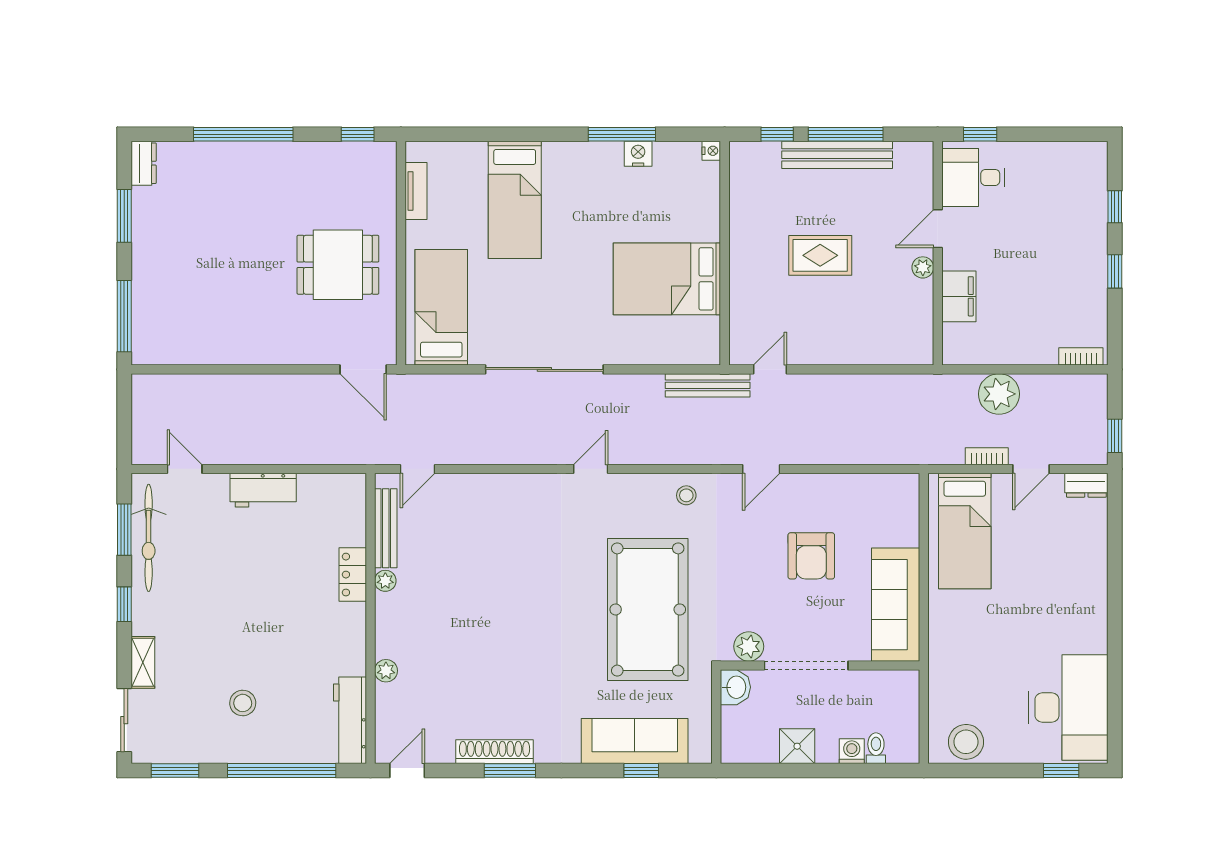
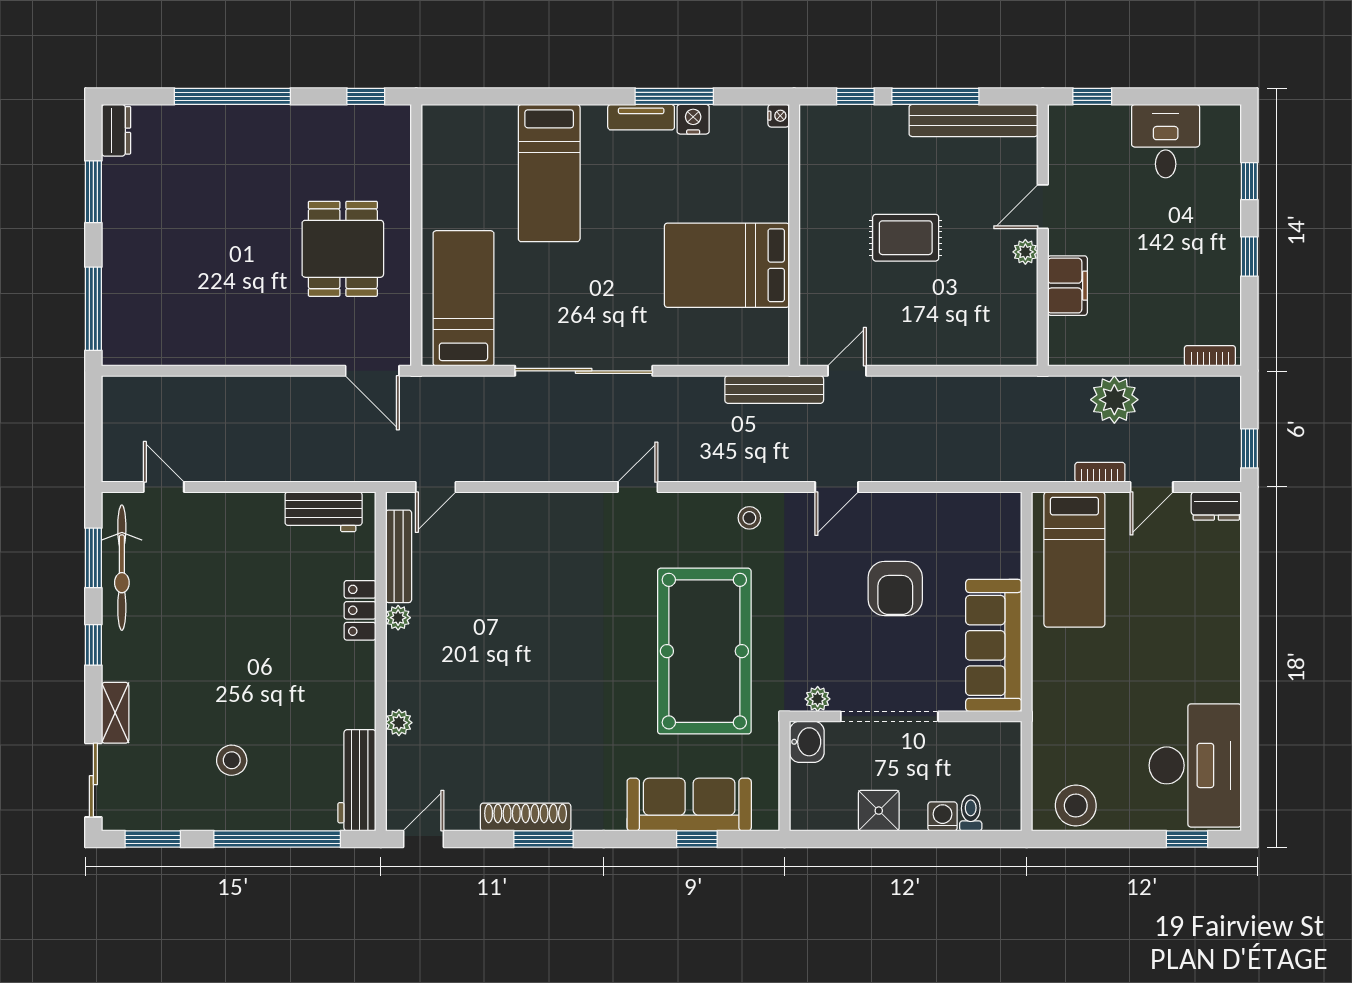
bench: (837, 155) -> (973, 120), moved
desk: (973, 177) -> (1166, 141), moved, turned 90
tv unit: (416, 191) -> (641, 117), moved, turned 90
dining table: (338, 265) -> (343, 249), turned 90
workbench: (263, 490) -> (324, 512), moved
plant: (749, 646) -> (818, 699), width x0.73, depth x0.73

